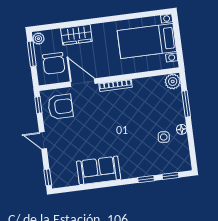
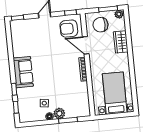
plant: (173, 81) -> (59, 113), moved
door: (83, 83) -> (86, 45), swing flipped
armchair: (60, 107) -> (69, 29), turned 90
sofa: (99, 170) -> (23, 72), moved

